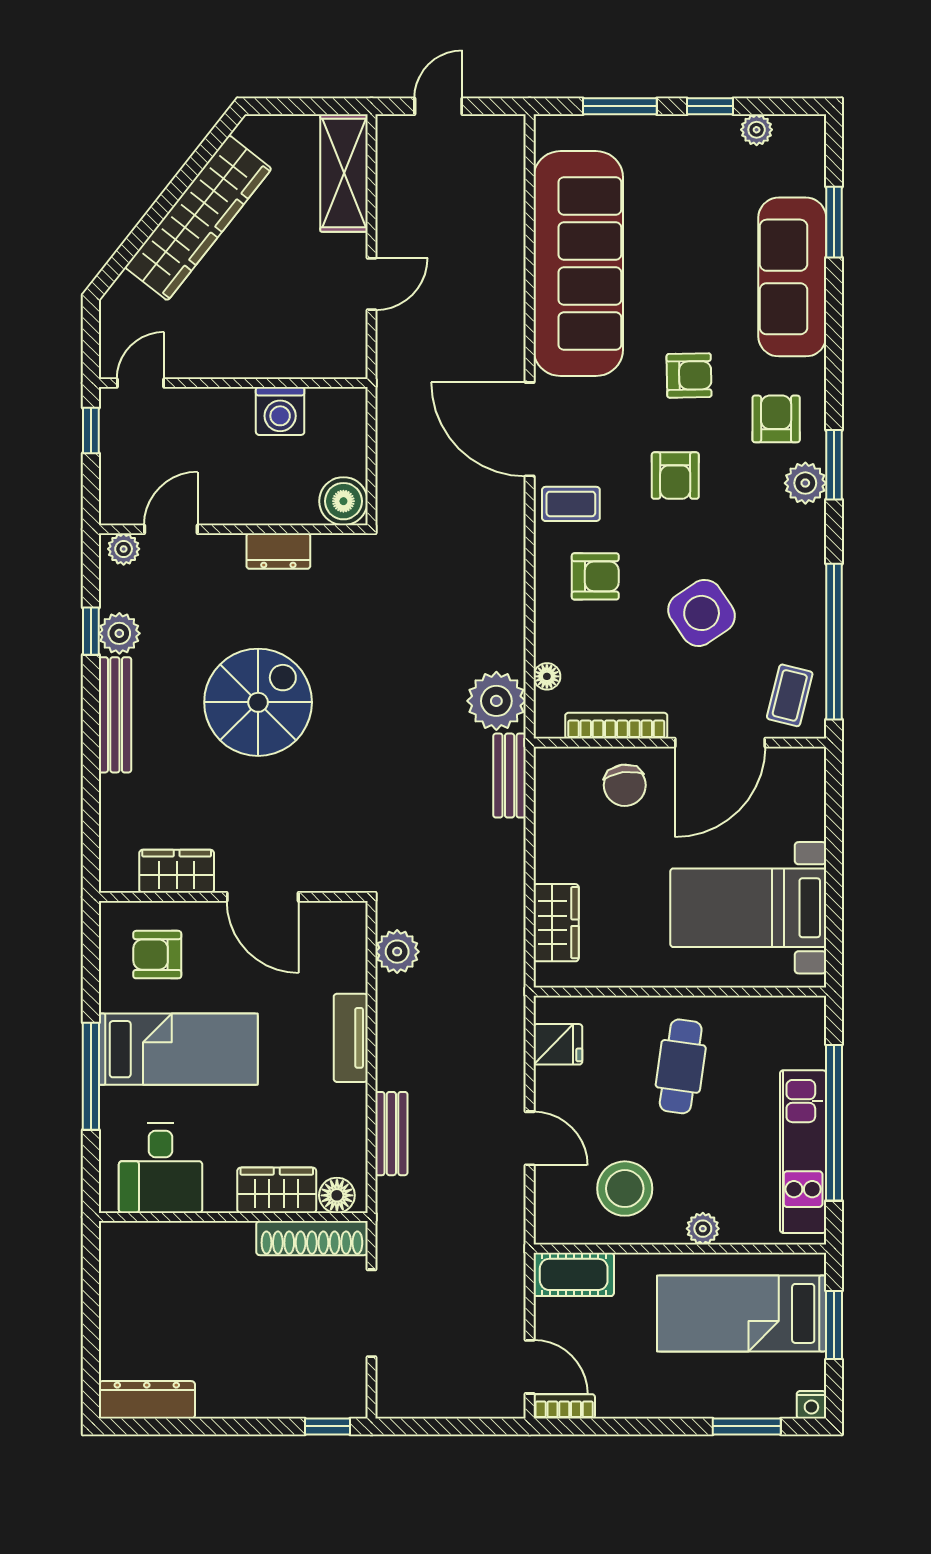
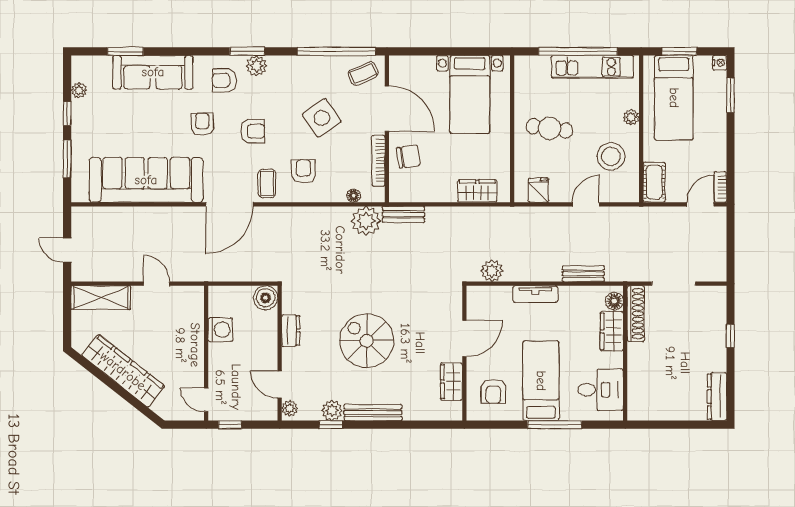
coffee table: (790, 695) -> (363, 74), turned -37
window: (328, 1426) -> (730, 336), moved

